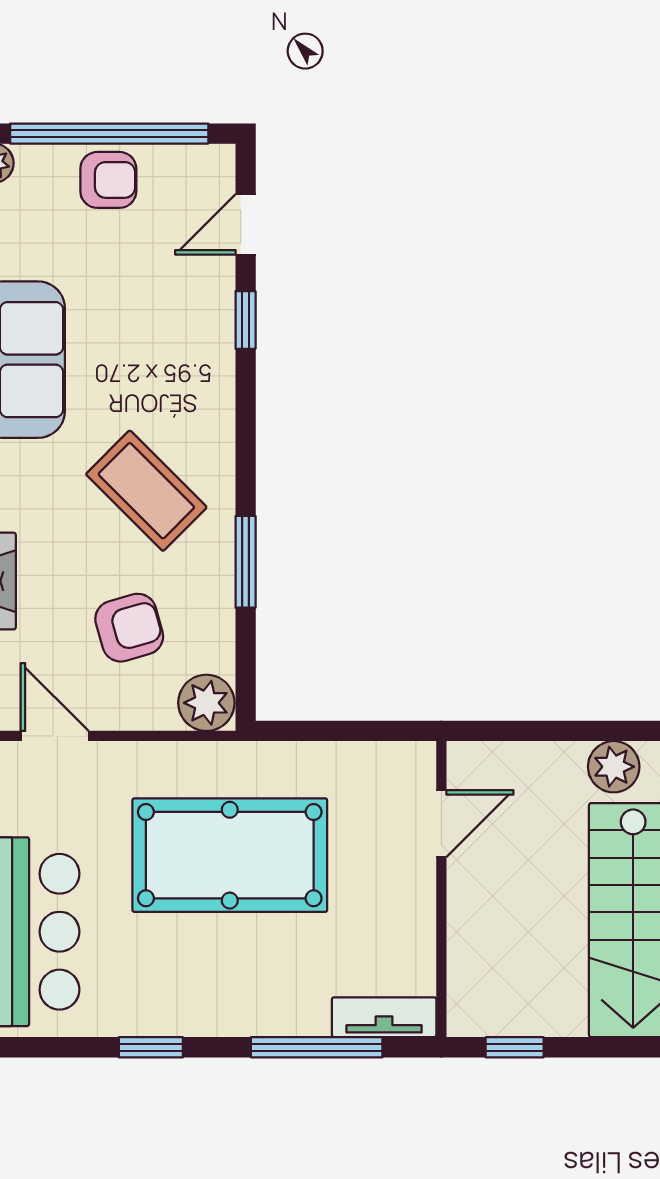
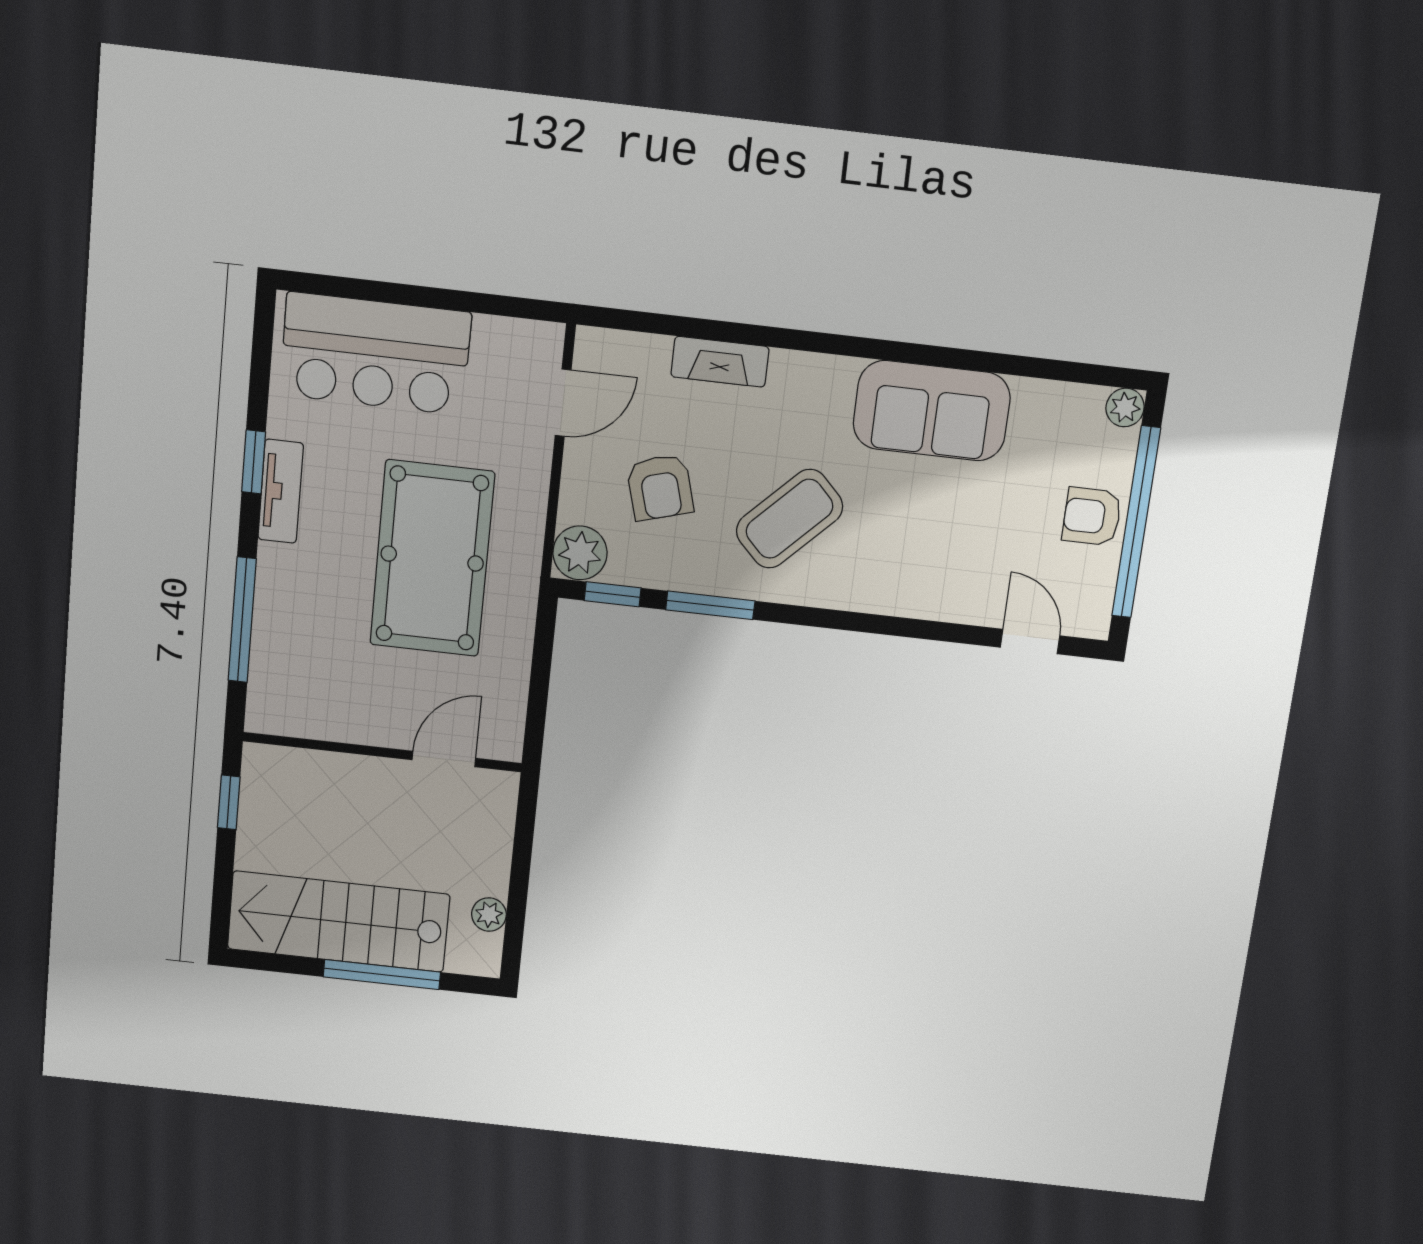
armchair: (108, 180) -> (1092, 516), turned 90
window: (246, 320) -> (613, 594), moved
plant: (614, 767) -> (489, 915), width x0.73, depth x0.73
door: (441, 824) -> (444, 759), swing flipped
tv unit: (384, 1017) -> (281, 491), moved

